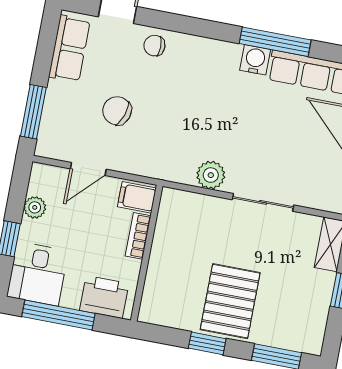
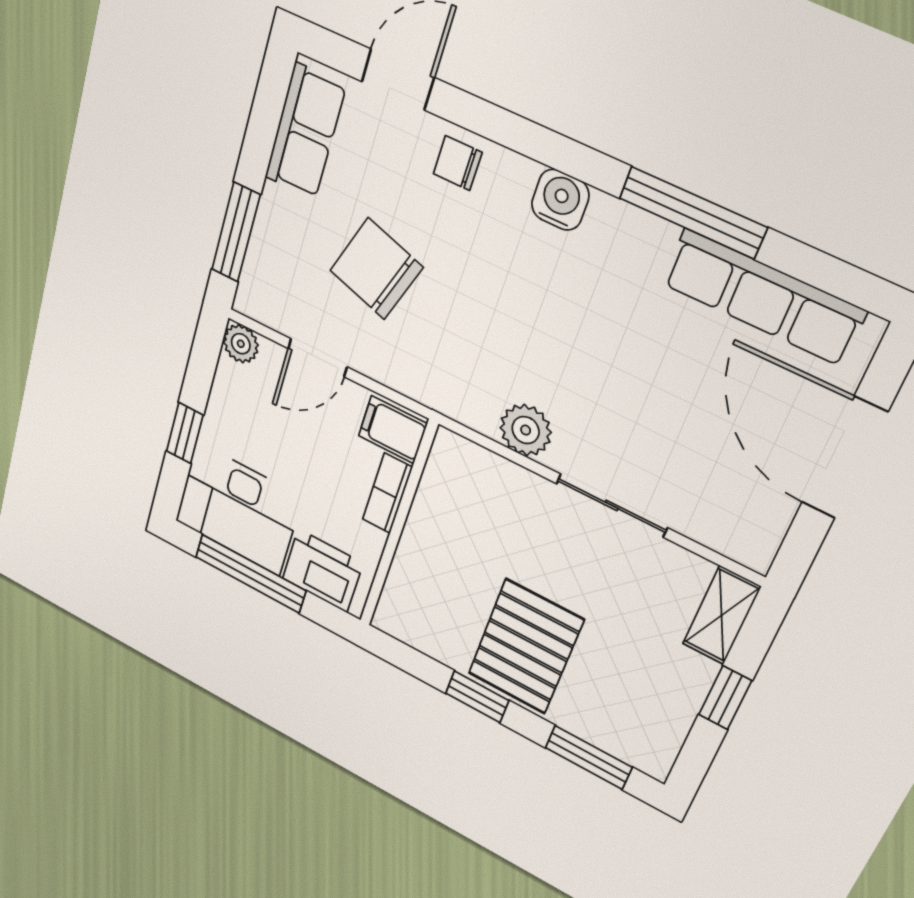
water cooler: (255, 60) -> (560, 200), moved
chair: (117, 111) -> (376, 269), width x1.37, depth x1.37
plant: (35, 207) -> (241, 344), moved
desk: (38, 274) -> (238, 509), width x1.37

